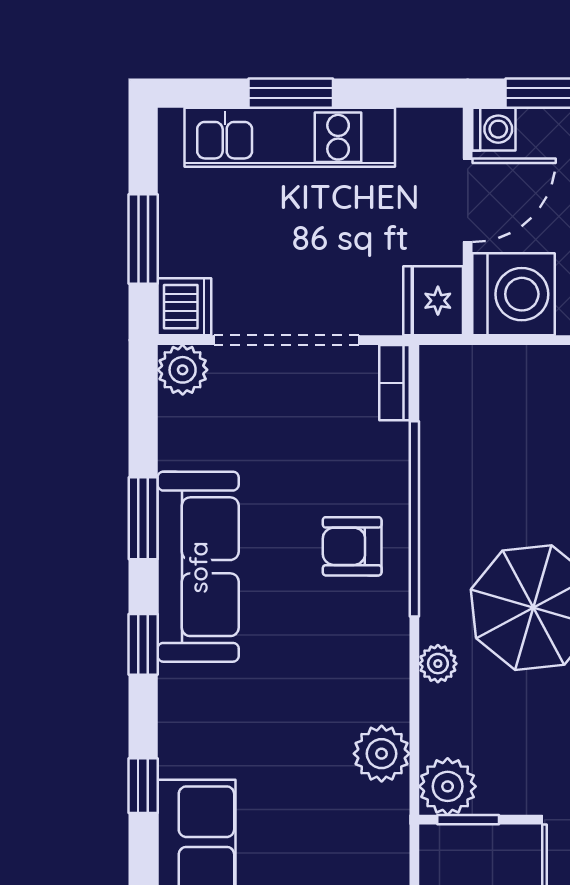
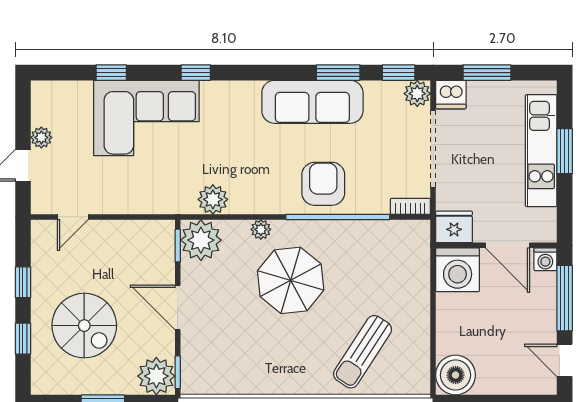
armchair: (352, 546) -> (323, 184), width x1.38, depth x1.38
window: (143, 644) -> (399, 73), moved
plant: (448, 786) -> (201, 240), width x1.36, depth x1.36

